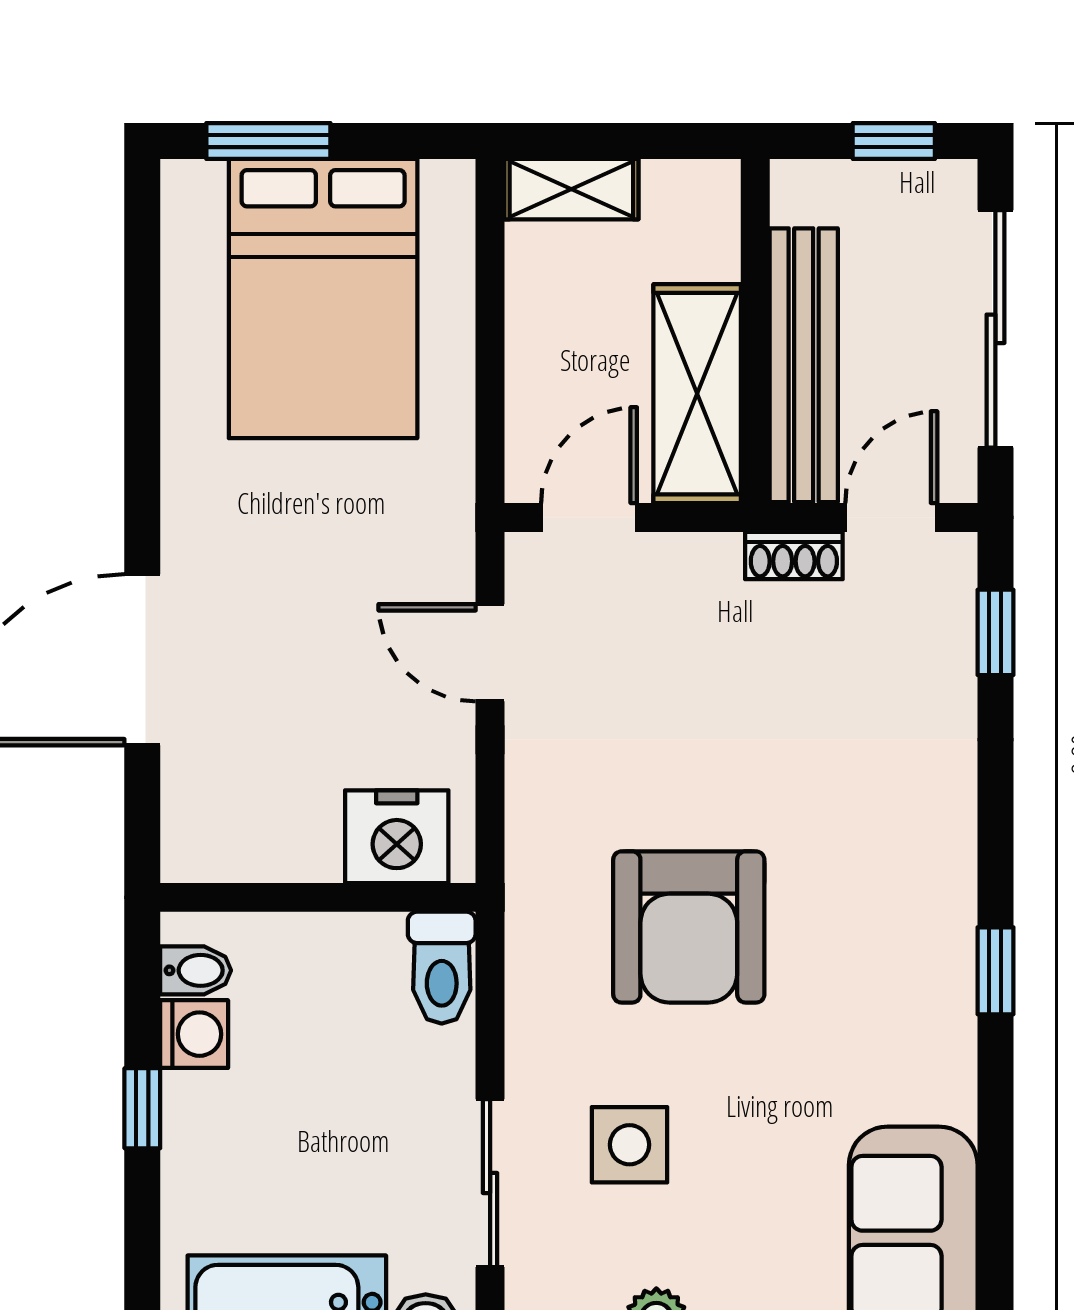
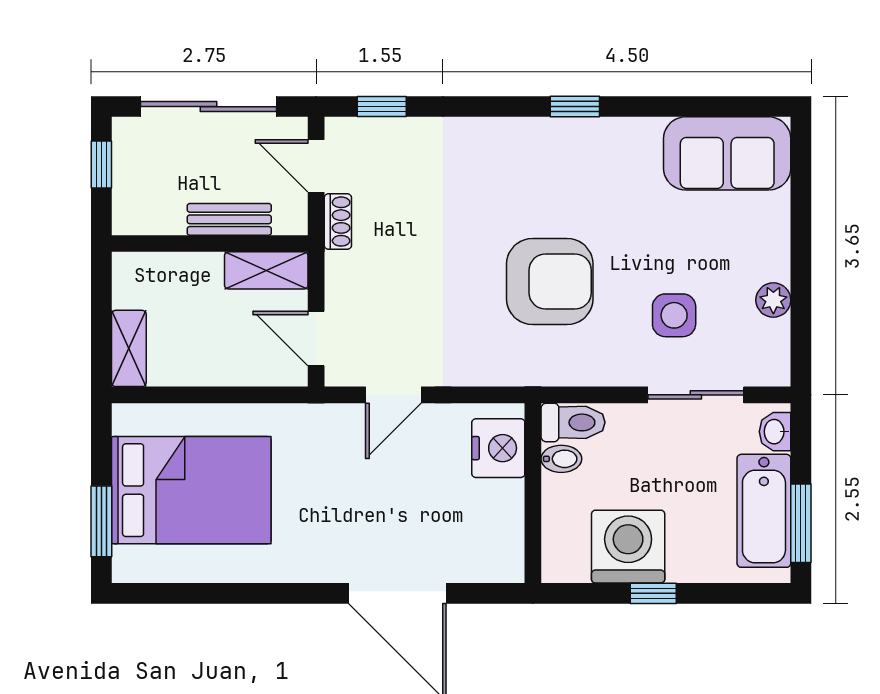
bench: (804, 365) -> (229, 219), width x0.54, depth x0.82
shelving: (697, 394) -> (266, 270), width x0.67, depth x0.75
bidet: (196, 970) -> (561, 459), moved, turned 90
washing machine: (194, 1034) -> (628, 547), width x1.89, depth x1.89

